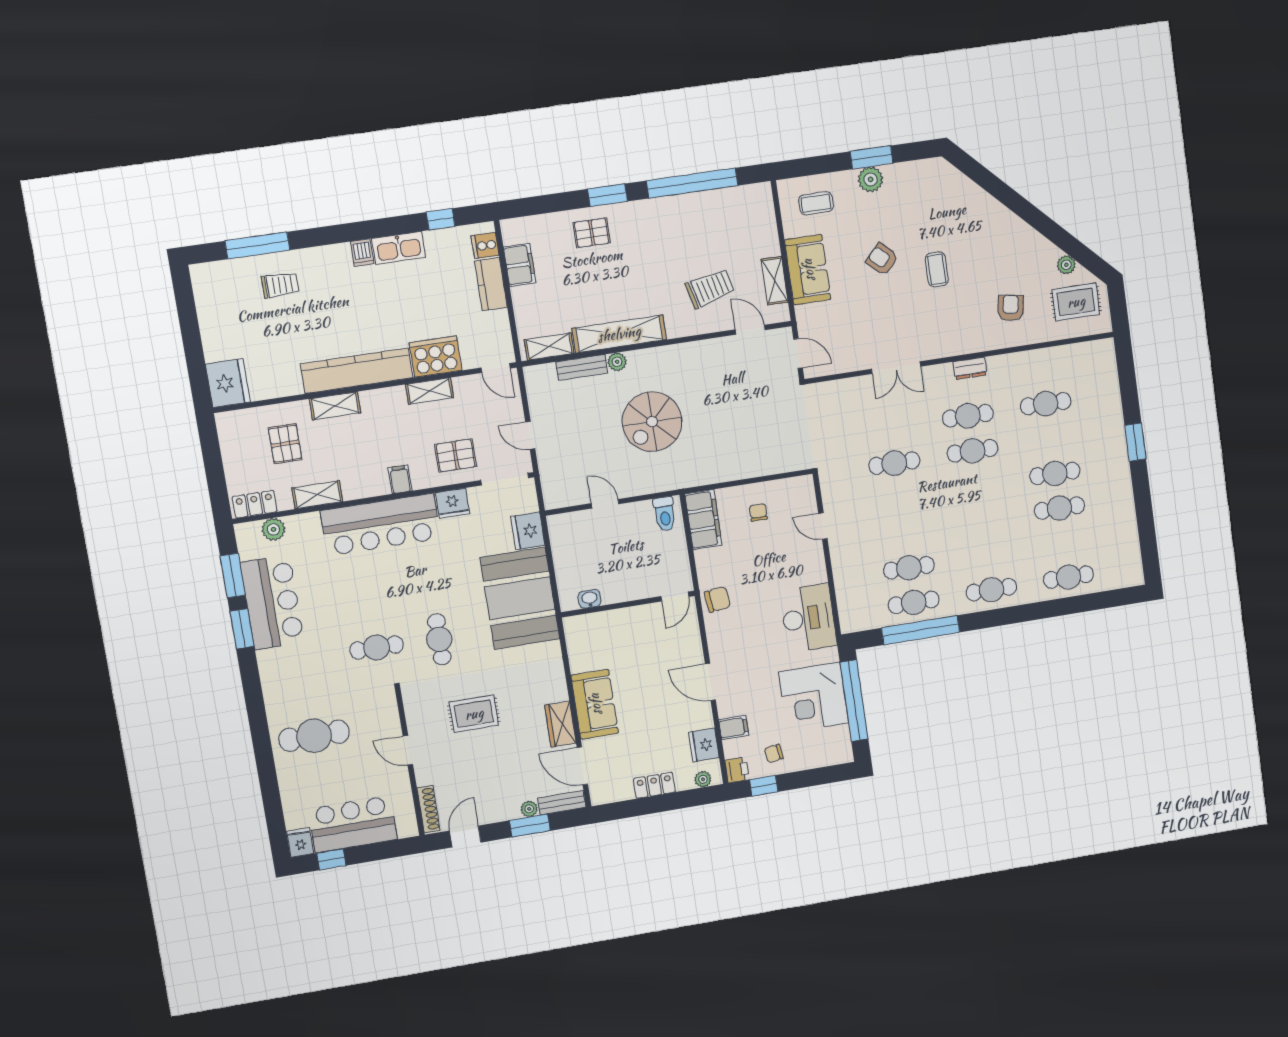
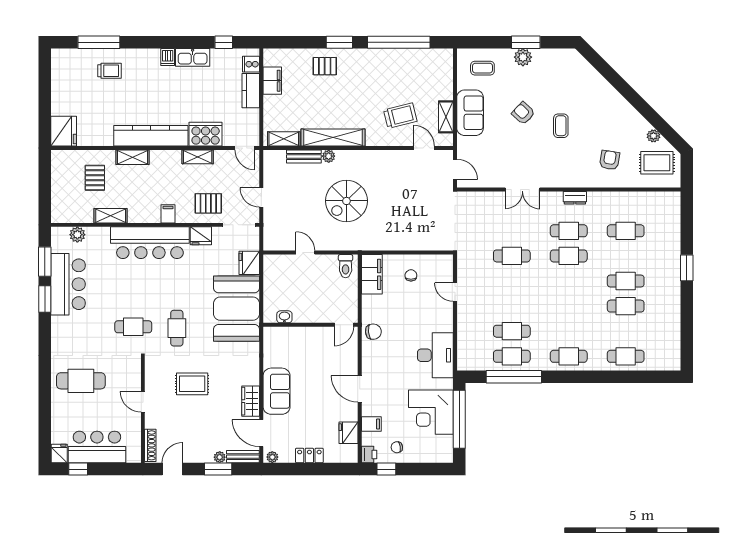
locker: (255, 504) -> (68, 216), removed
plant: (703, 779) -> (272, 457), moved

